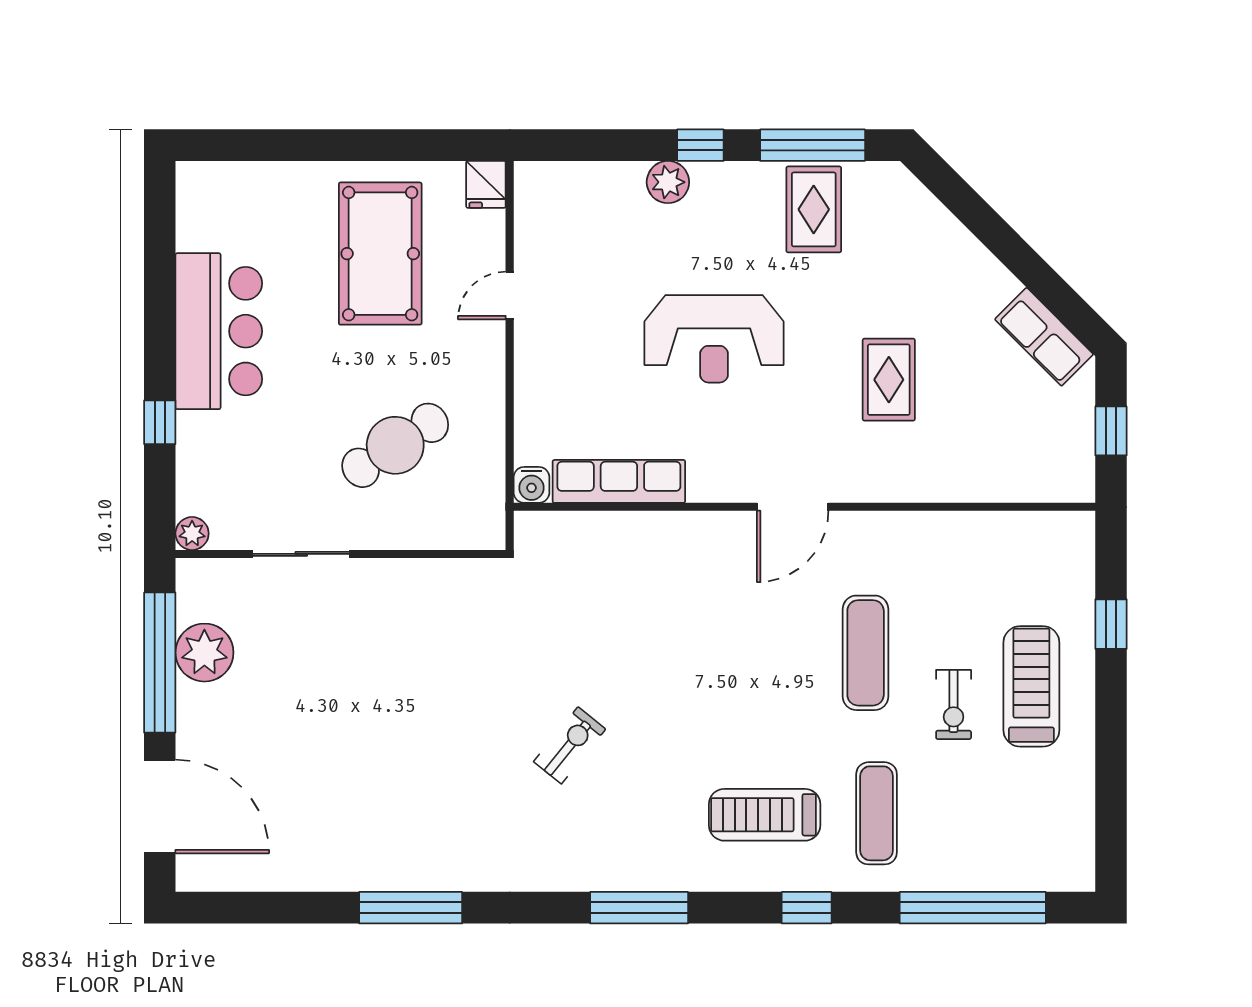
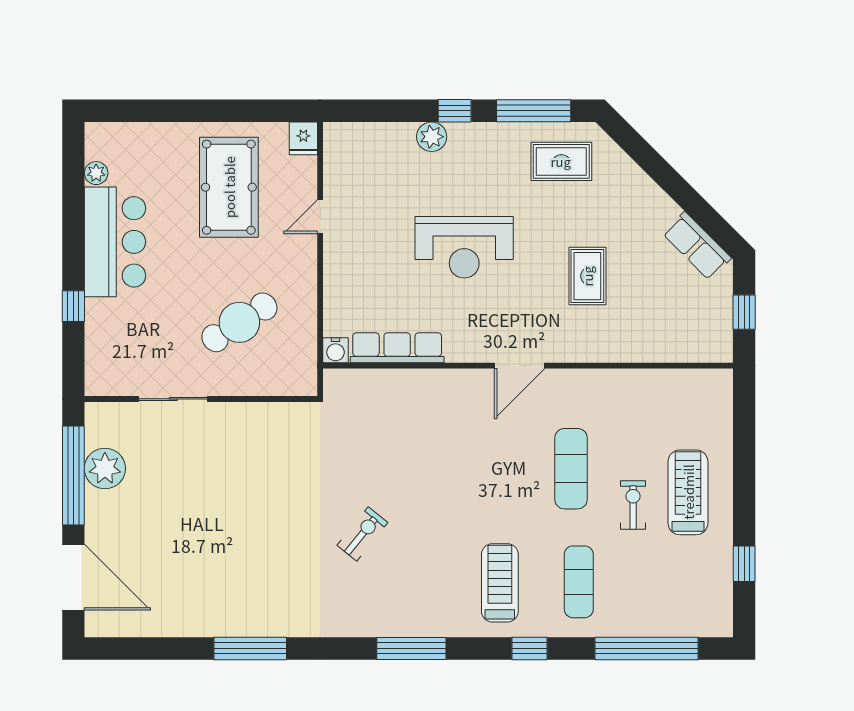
rug: (814, 209) -> (561, 161), moved, turned 90
plant: (192, 533) -> (96, 173), moved
window: (1111, 624) -> (744, 564), moved
exercise bike: (954, 704) -> (633, 505), turned 180
treadmill: (765, 815) -> (500, 583), turned 90

